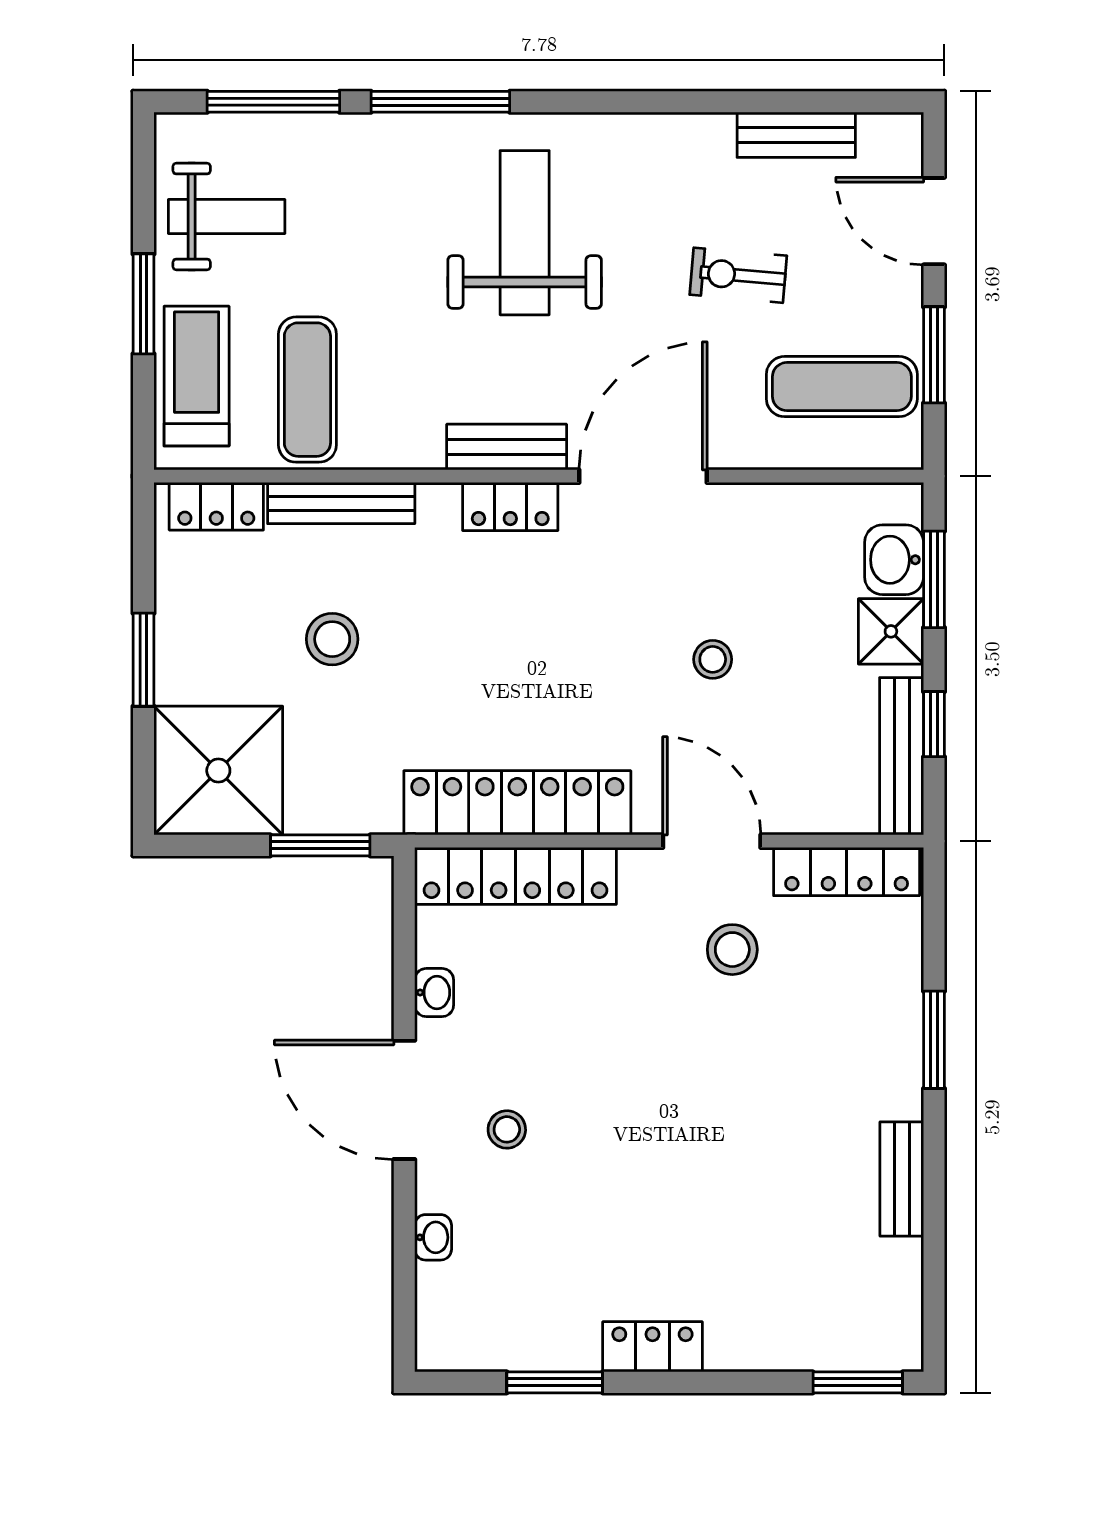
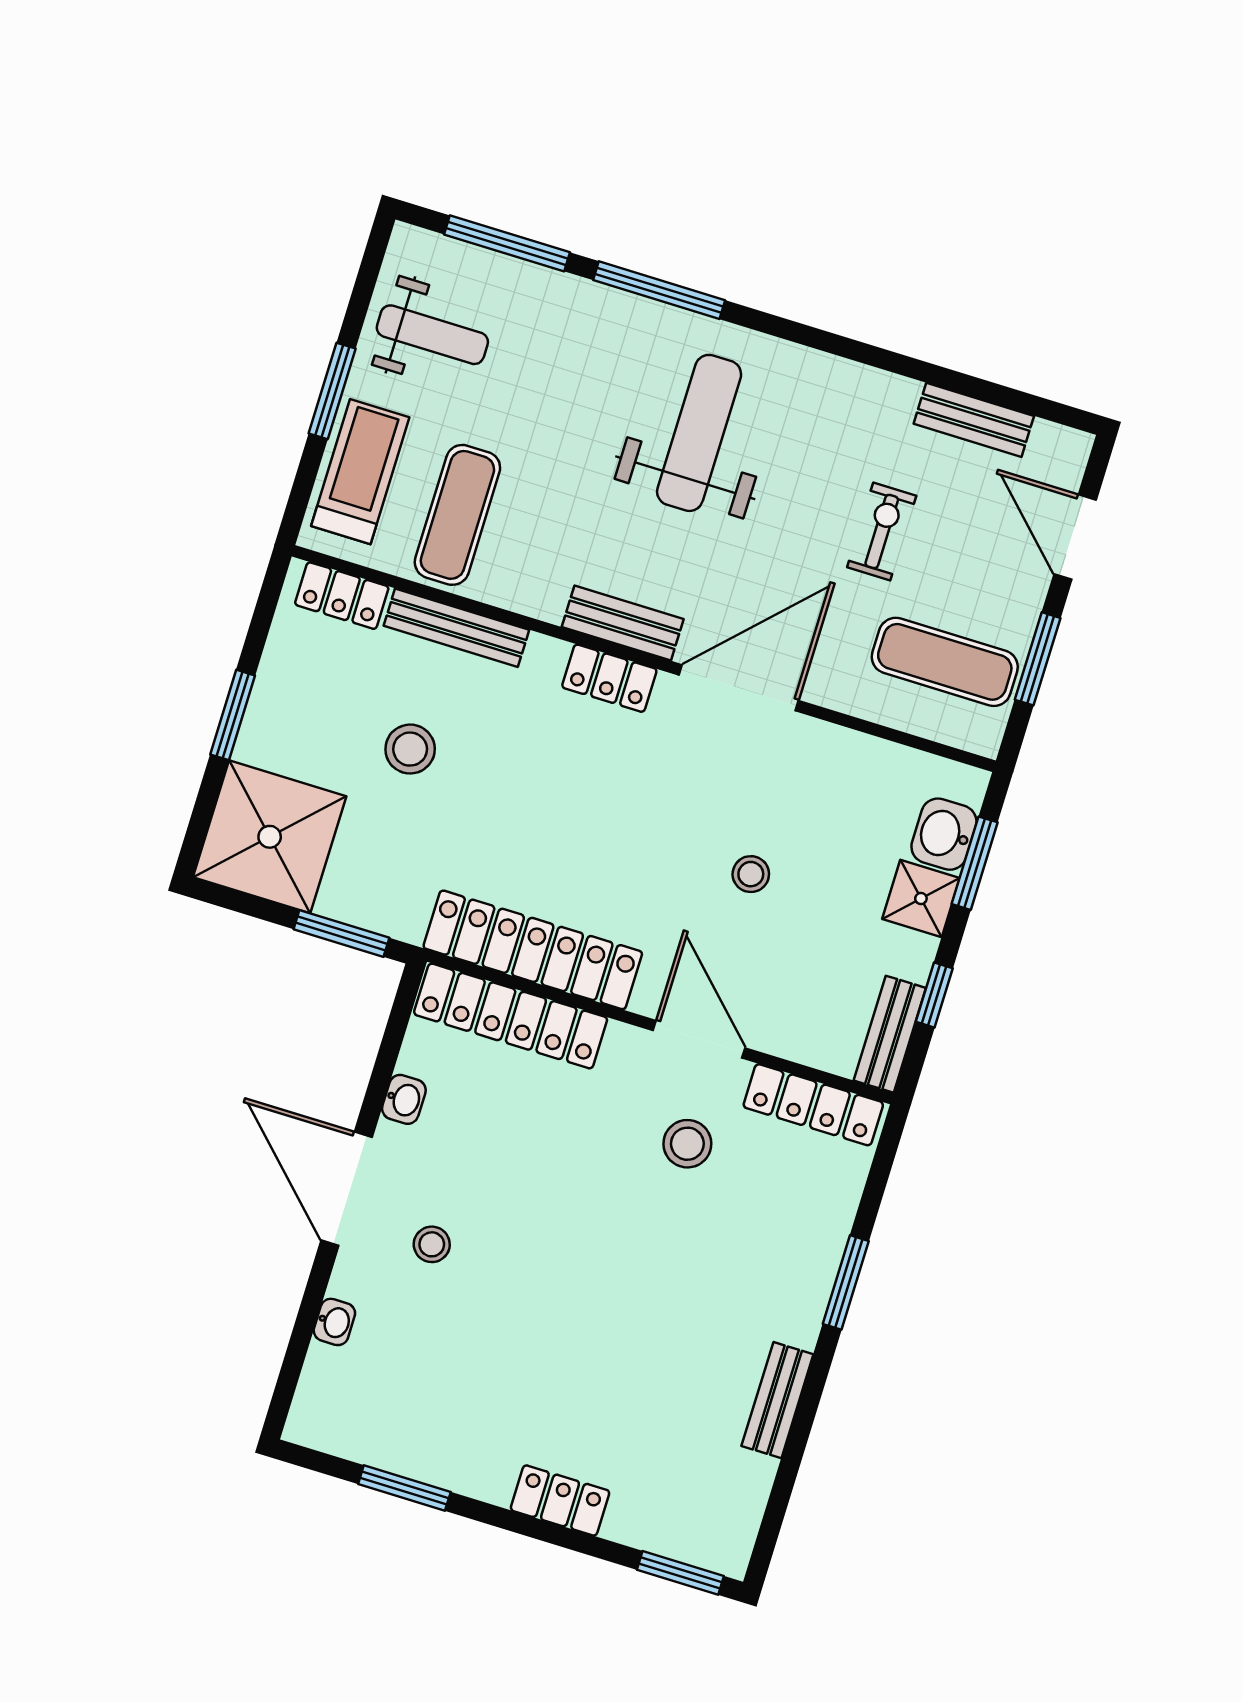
exercise bike: (738, 275) -> (882, 531), turned 85
bench: (902, 756) -> (890, 1034), width x0.73
locker: (652, 1347) -> (560, 1500), moved

